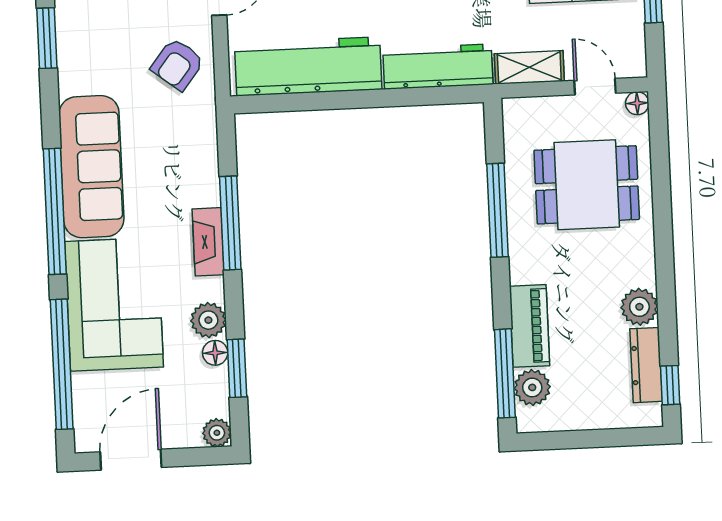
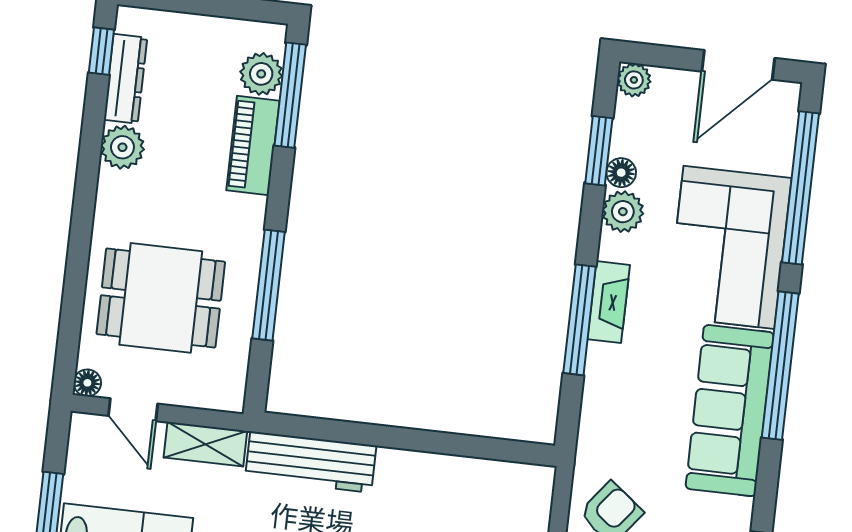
workbench: (308, 66) -> (461, 486), removed

